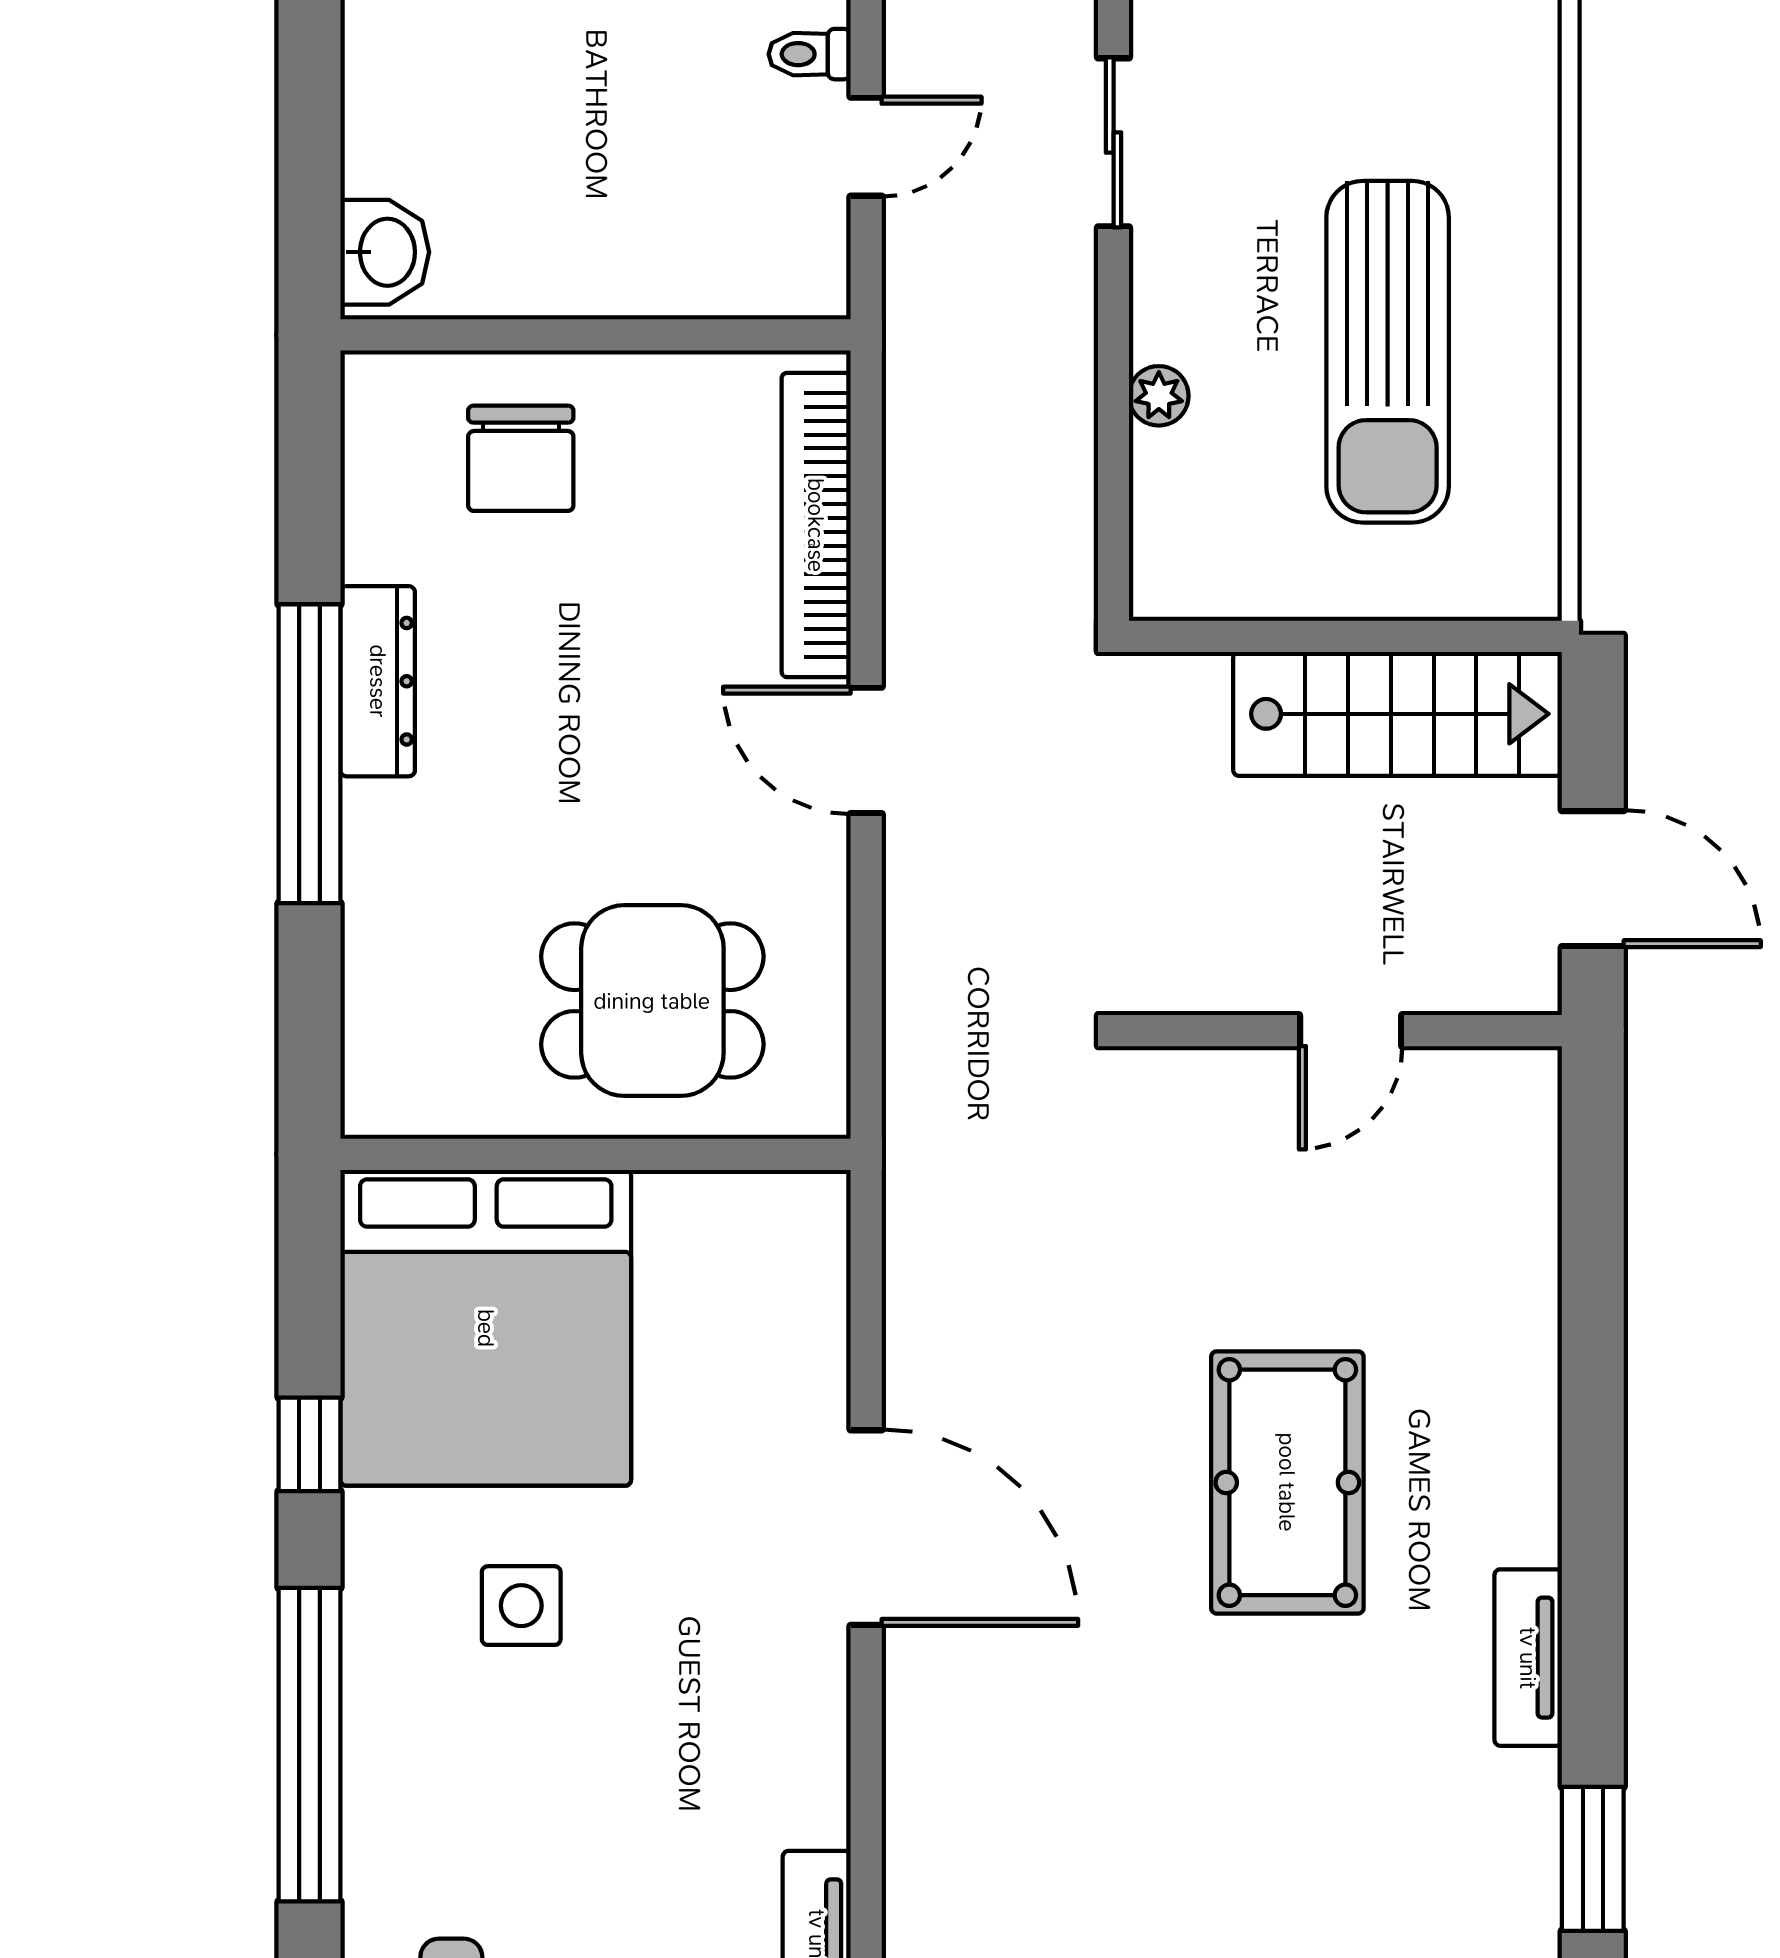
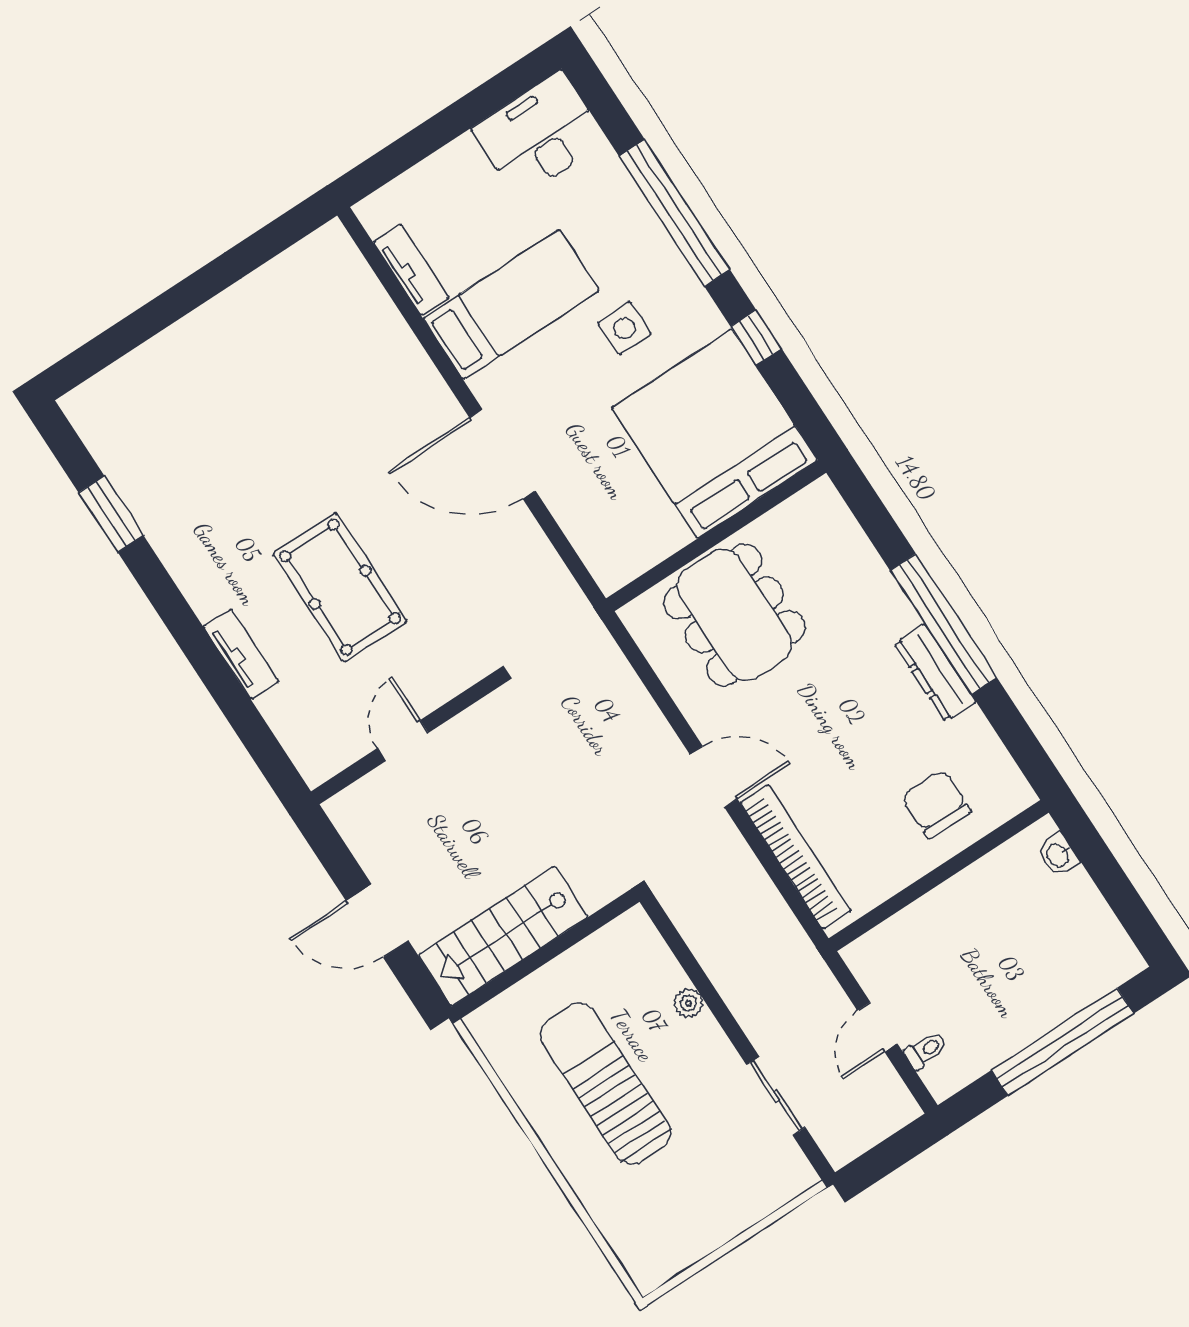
washbasin: (385, 252) -> (1058, 855), width x0.72, depth x0.69
dining table: (652, 1001) -> (734, 615), width x1.38
wall: (1345, 1031) -> (405, 739), moved
door: (1351, 1031) -> (403, 741), moved
tv unit: (1528, 1658) -> (241, 654), moved
bed: (686, 1771) -> (511, 304), added

